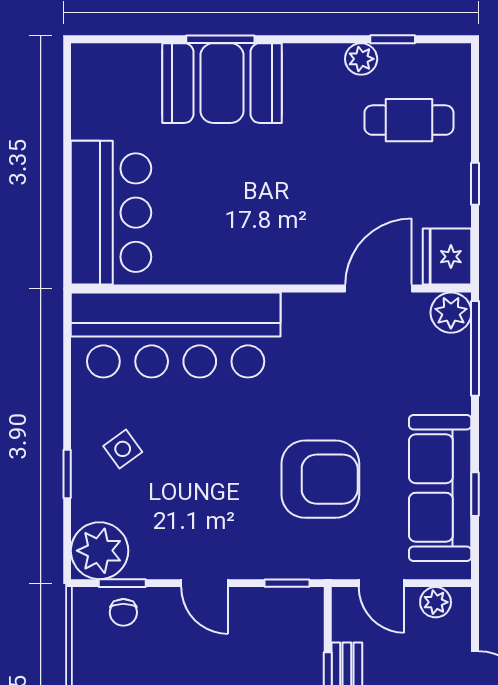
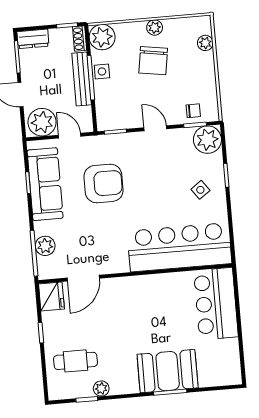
plant: (451, 313) -> (45, 246), moved
armchair: (320, 479) -> (103, 183), turned 180
plant: (436, 602) -> (42, 122), width x1.87, depth x1.87
chair: (123, 612) -> (193, 111), turned 90

